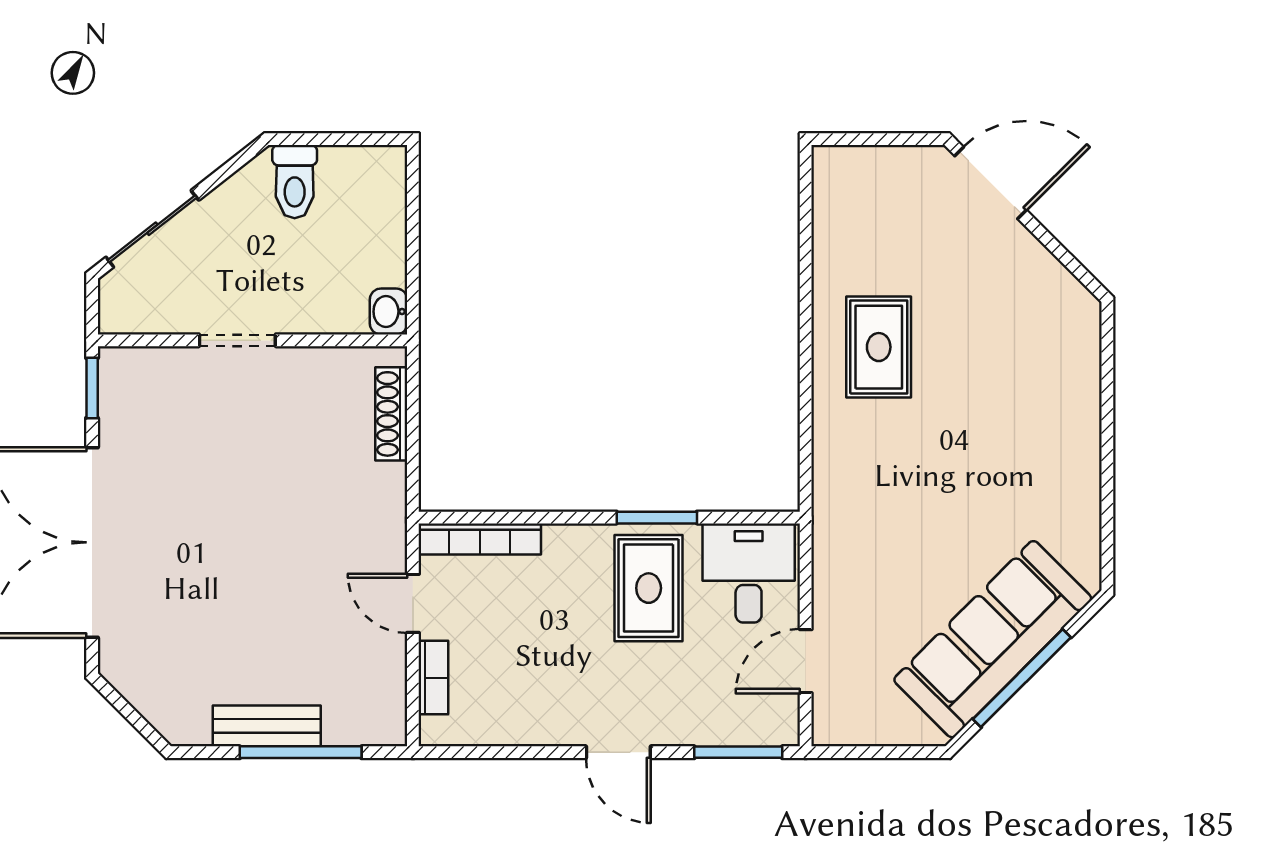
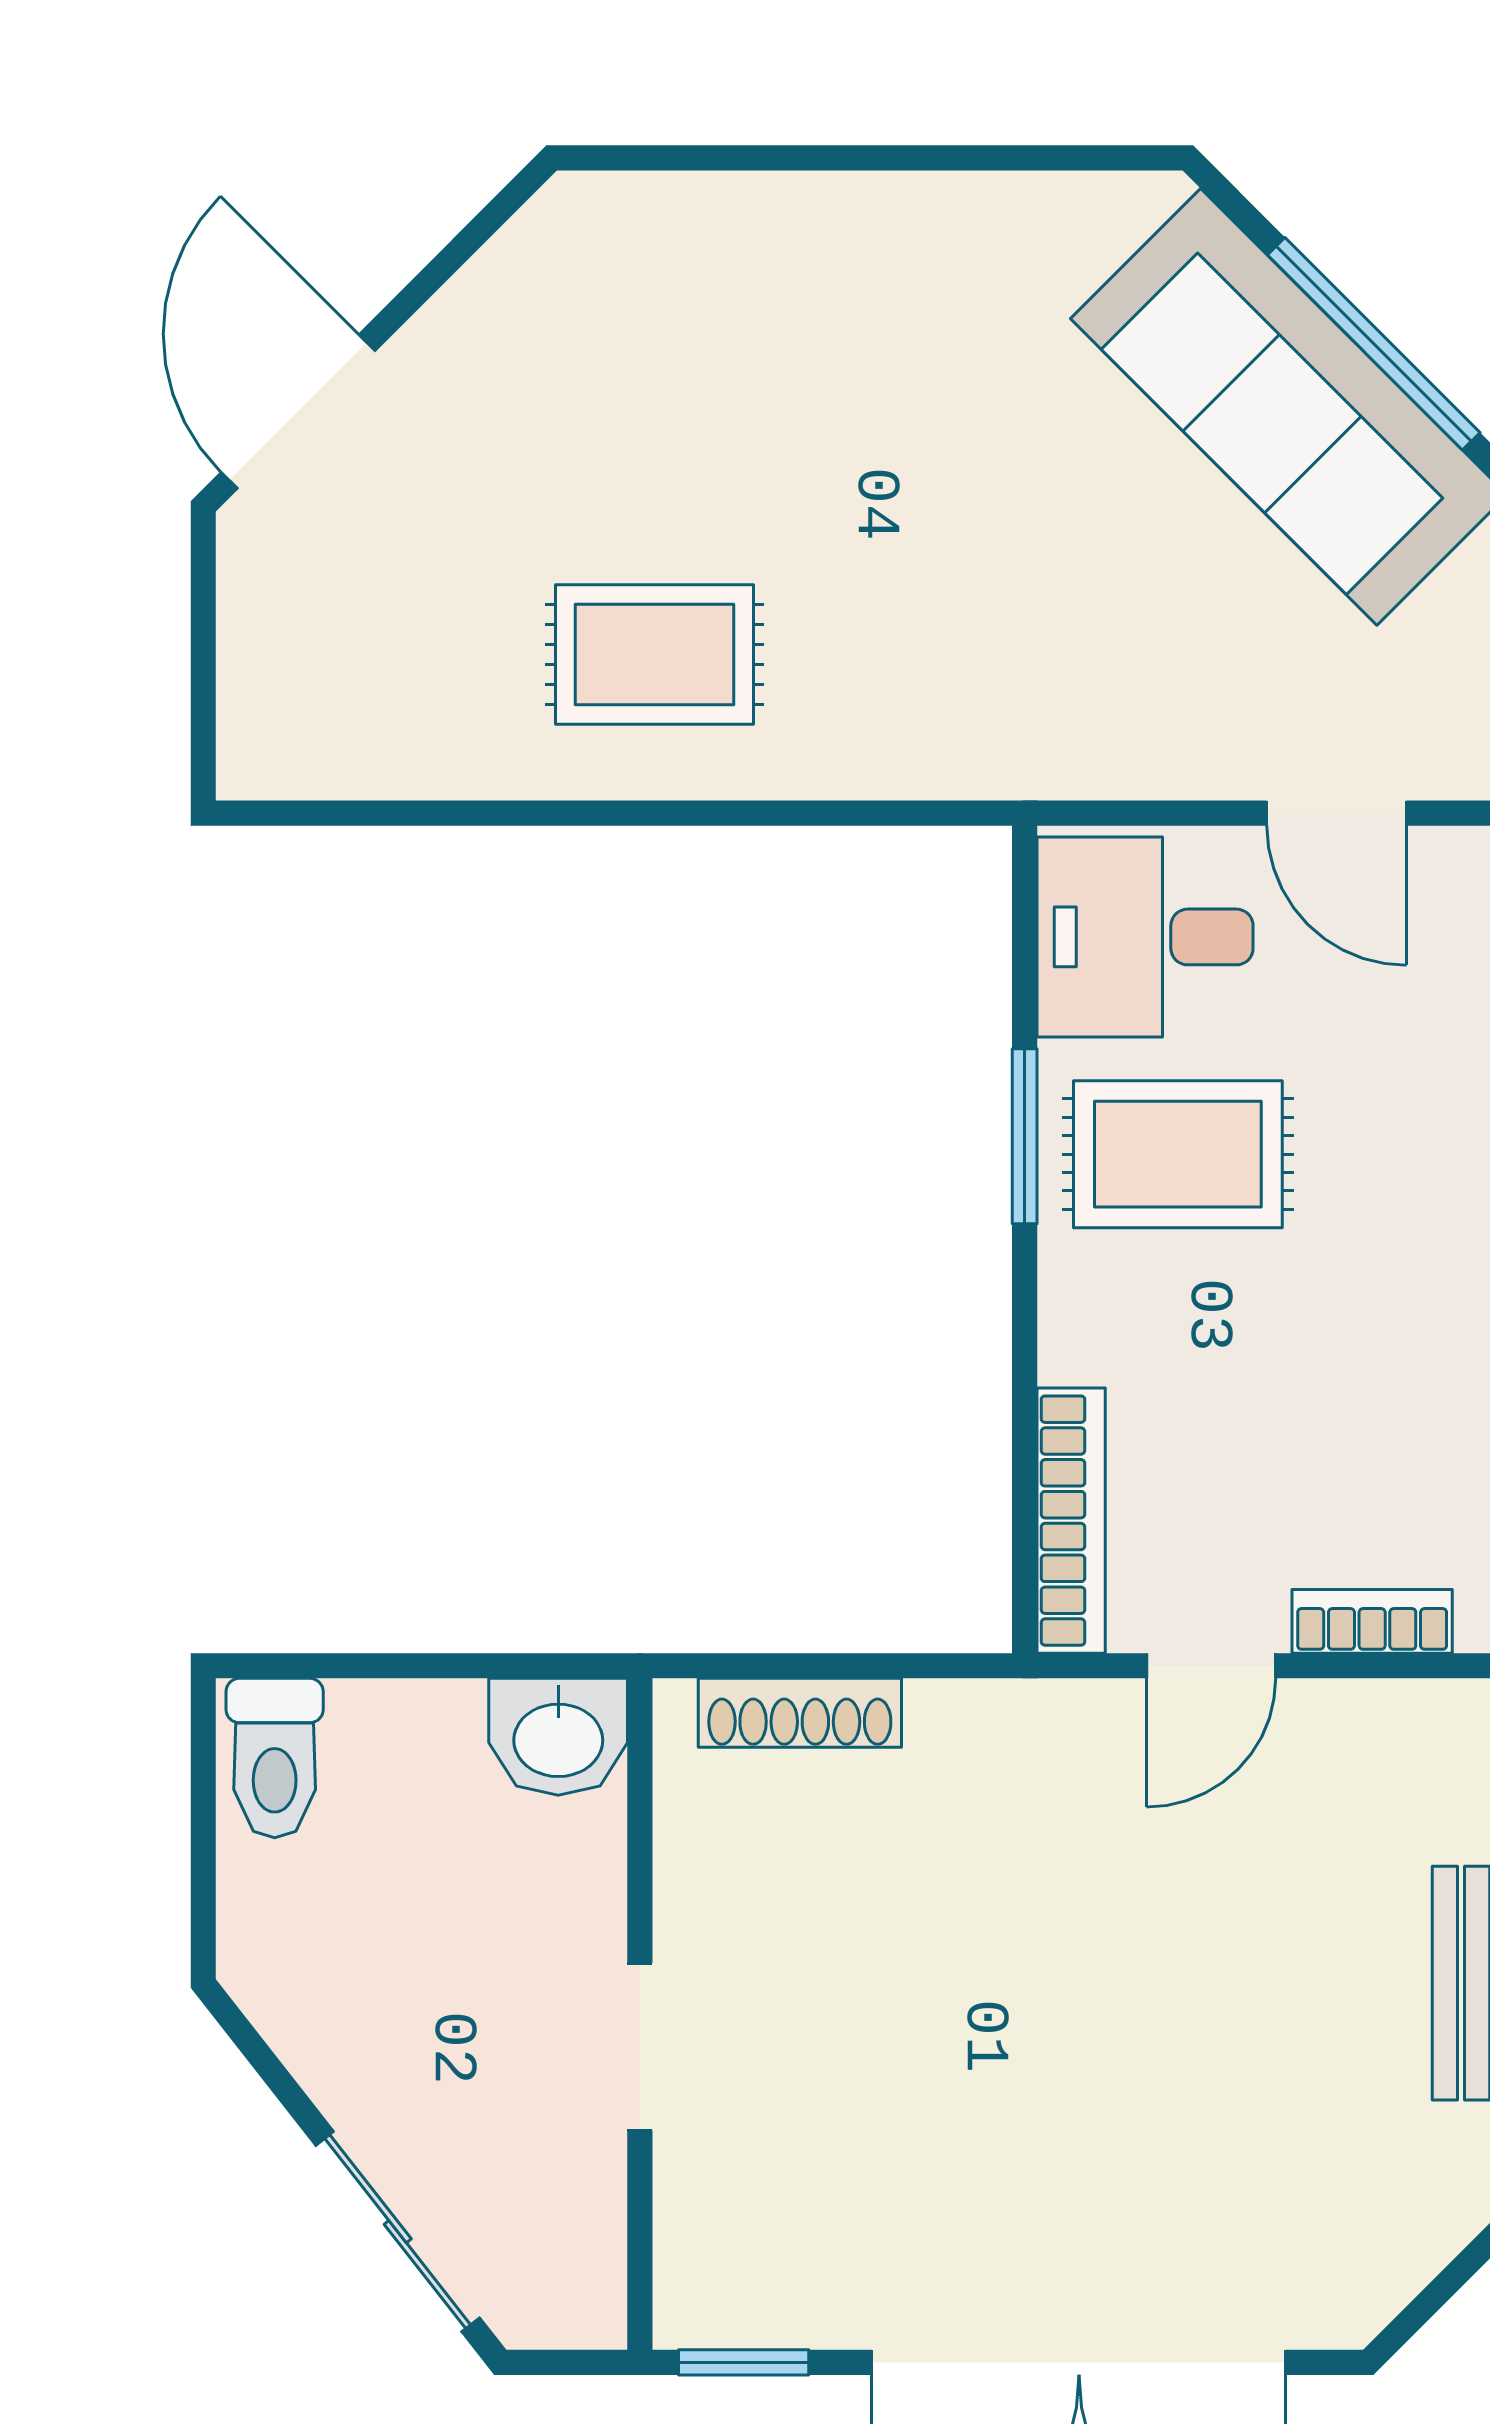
toilet: (295, 182) -> (275, 1758), moved, turned 90
washbasin: (389, 312) -> (558, 1737), width x1.38, depth x1.45

